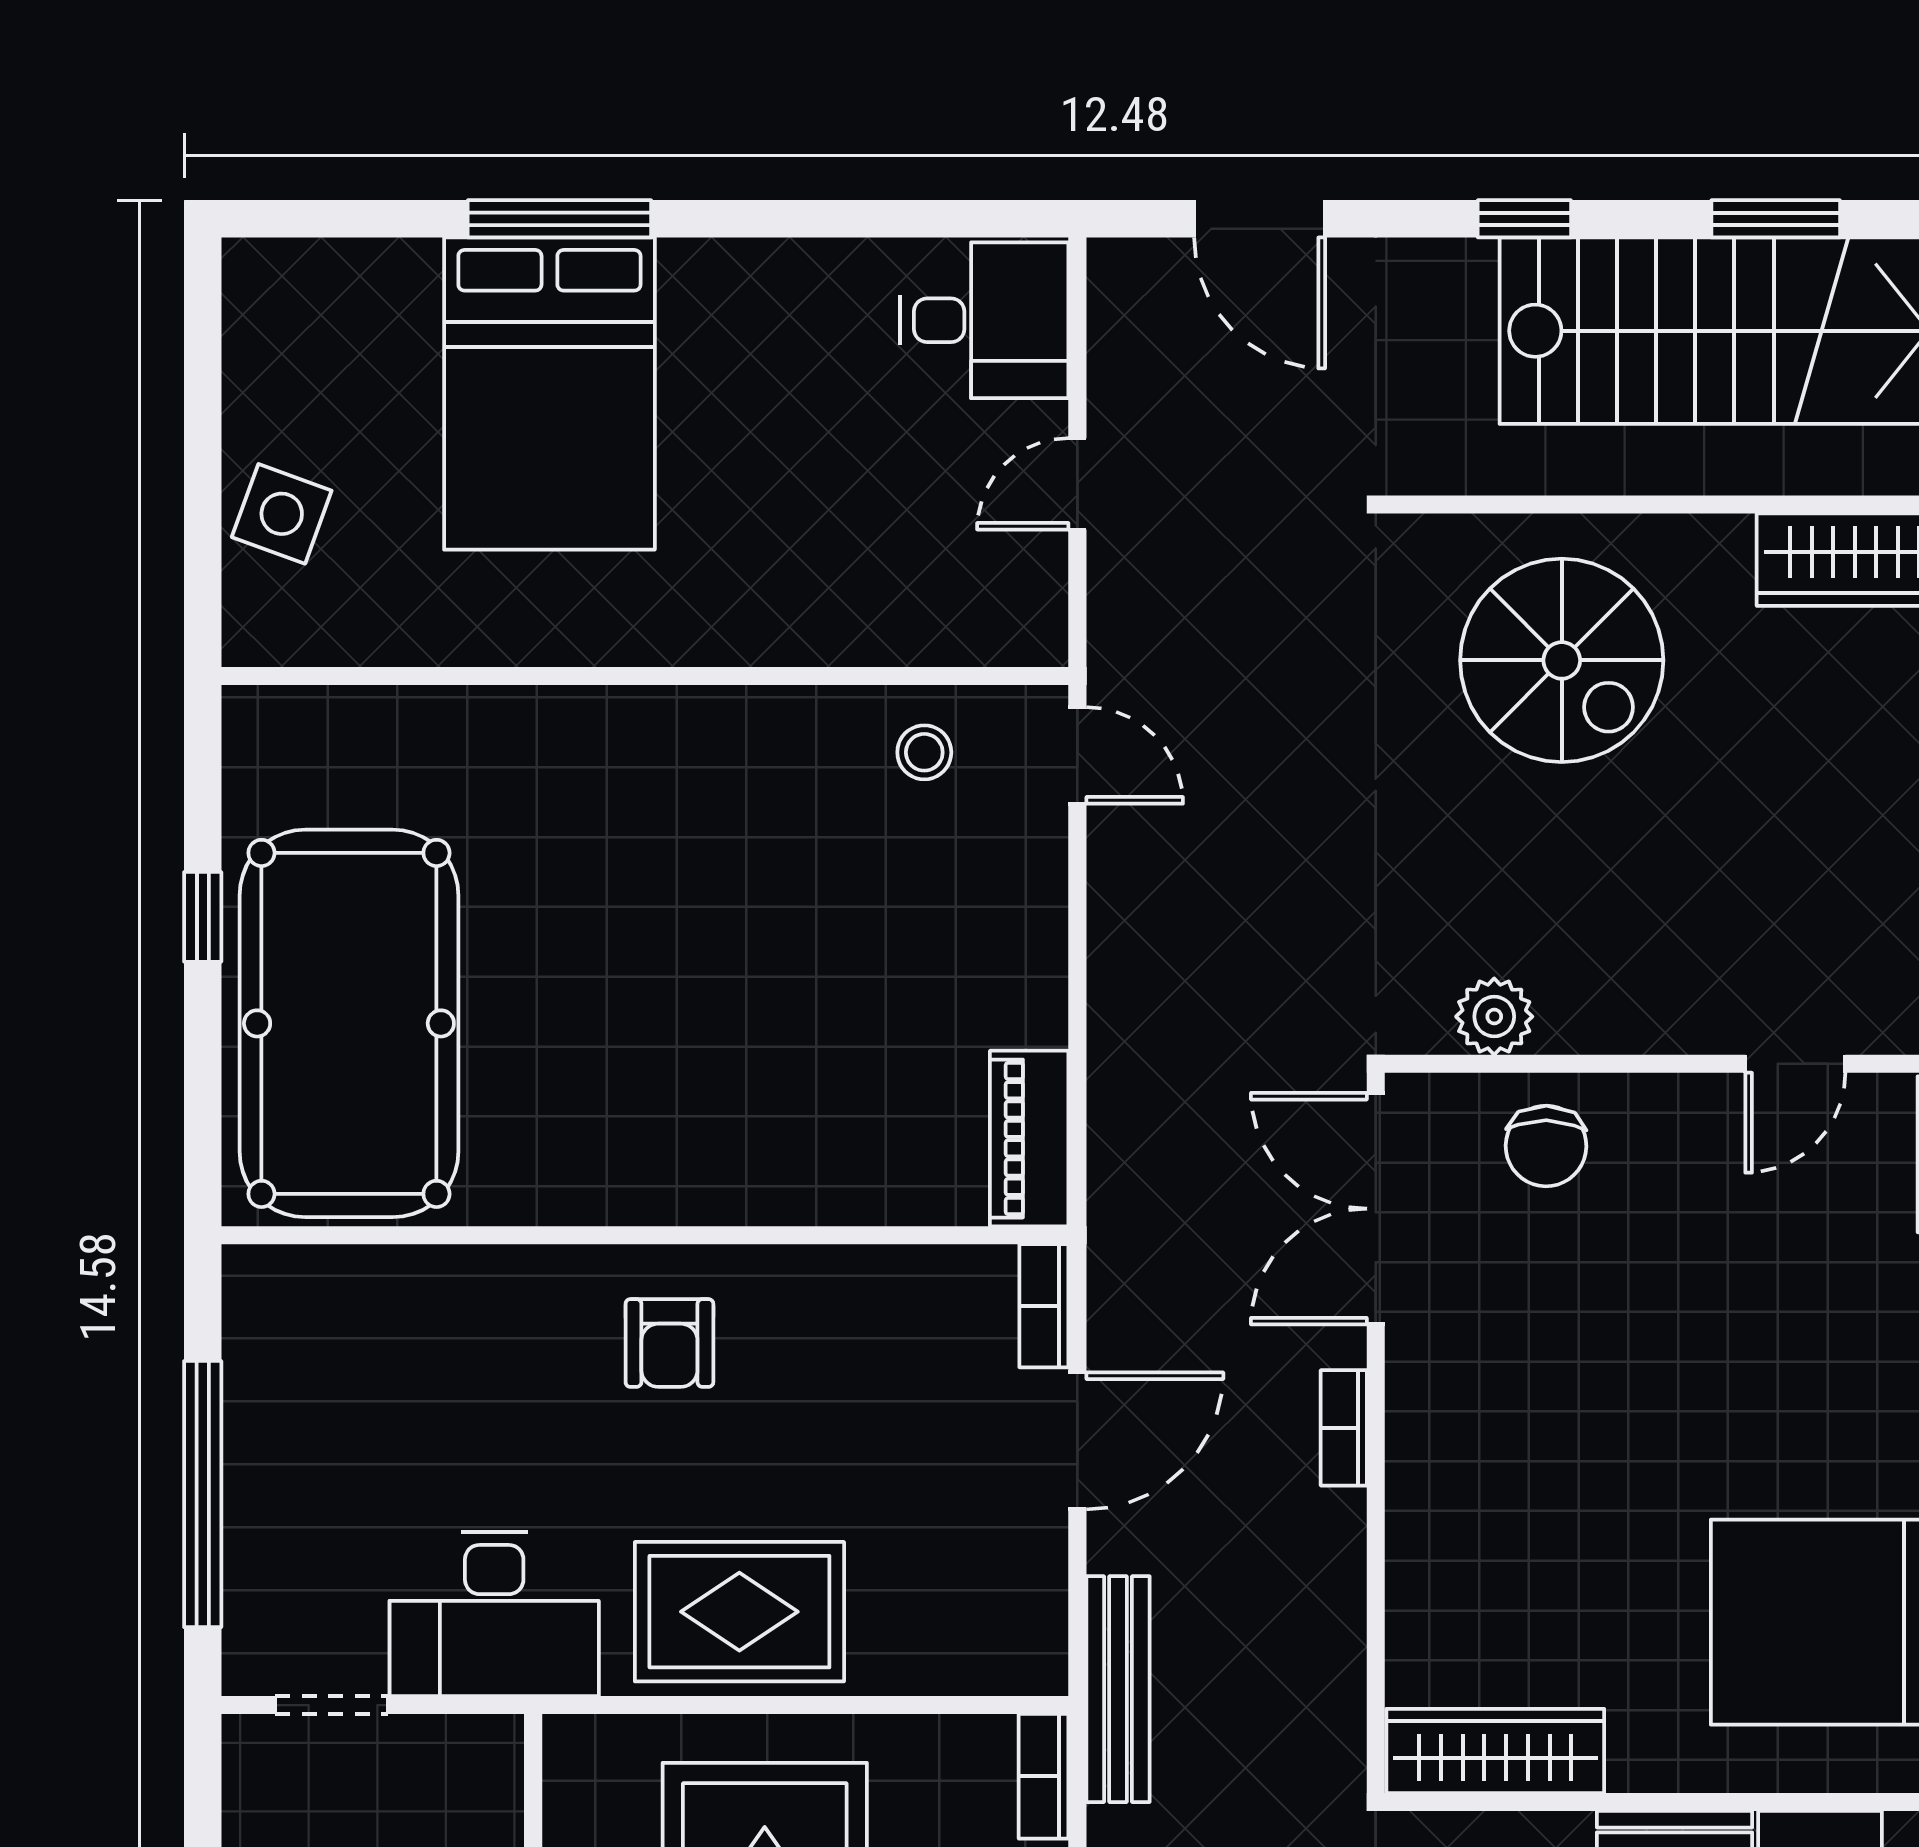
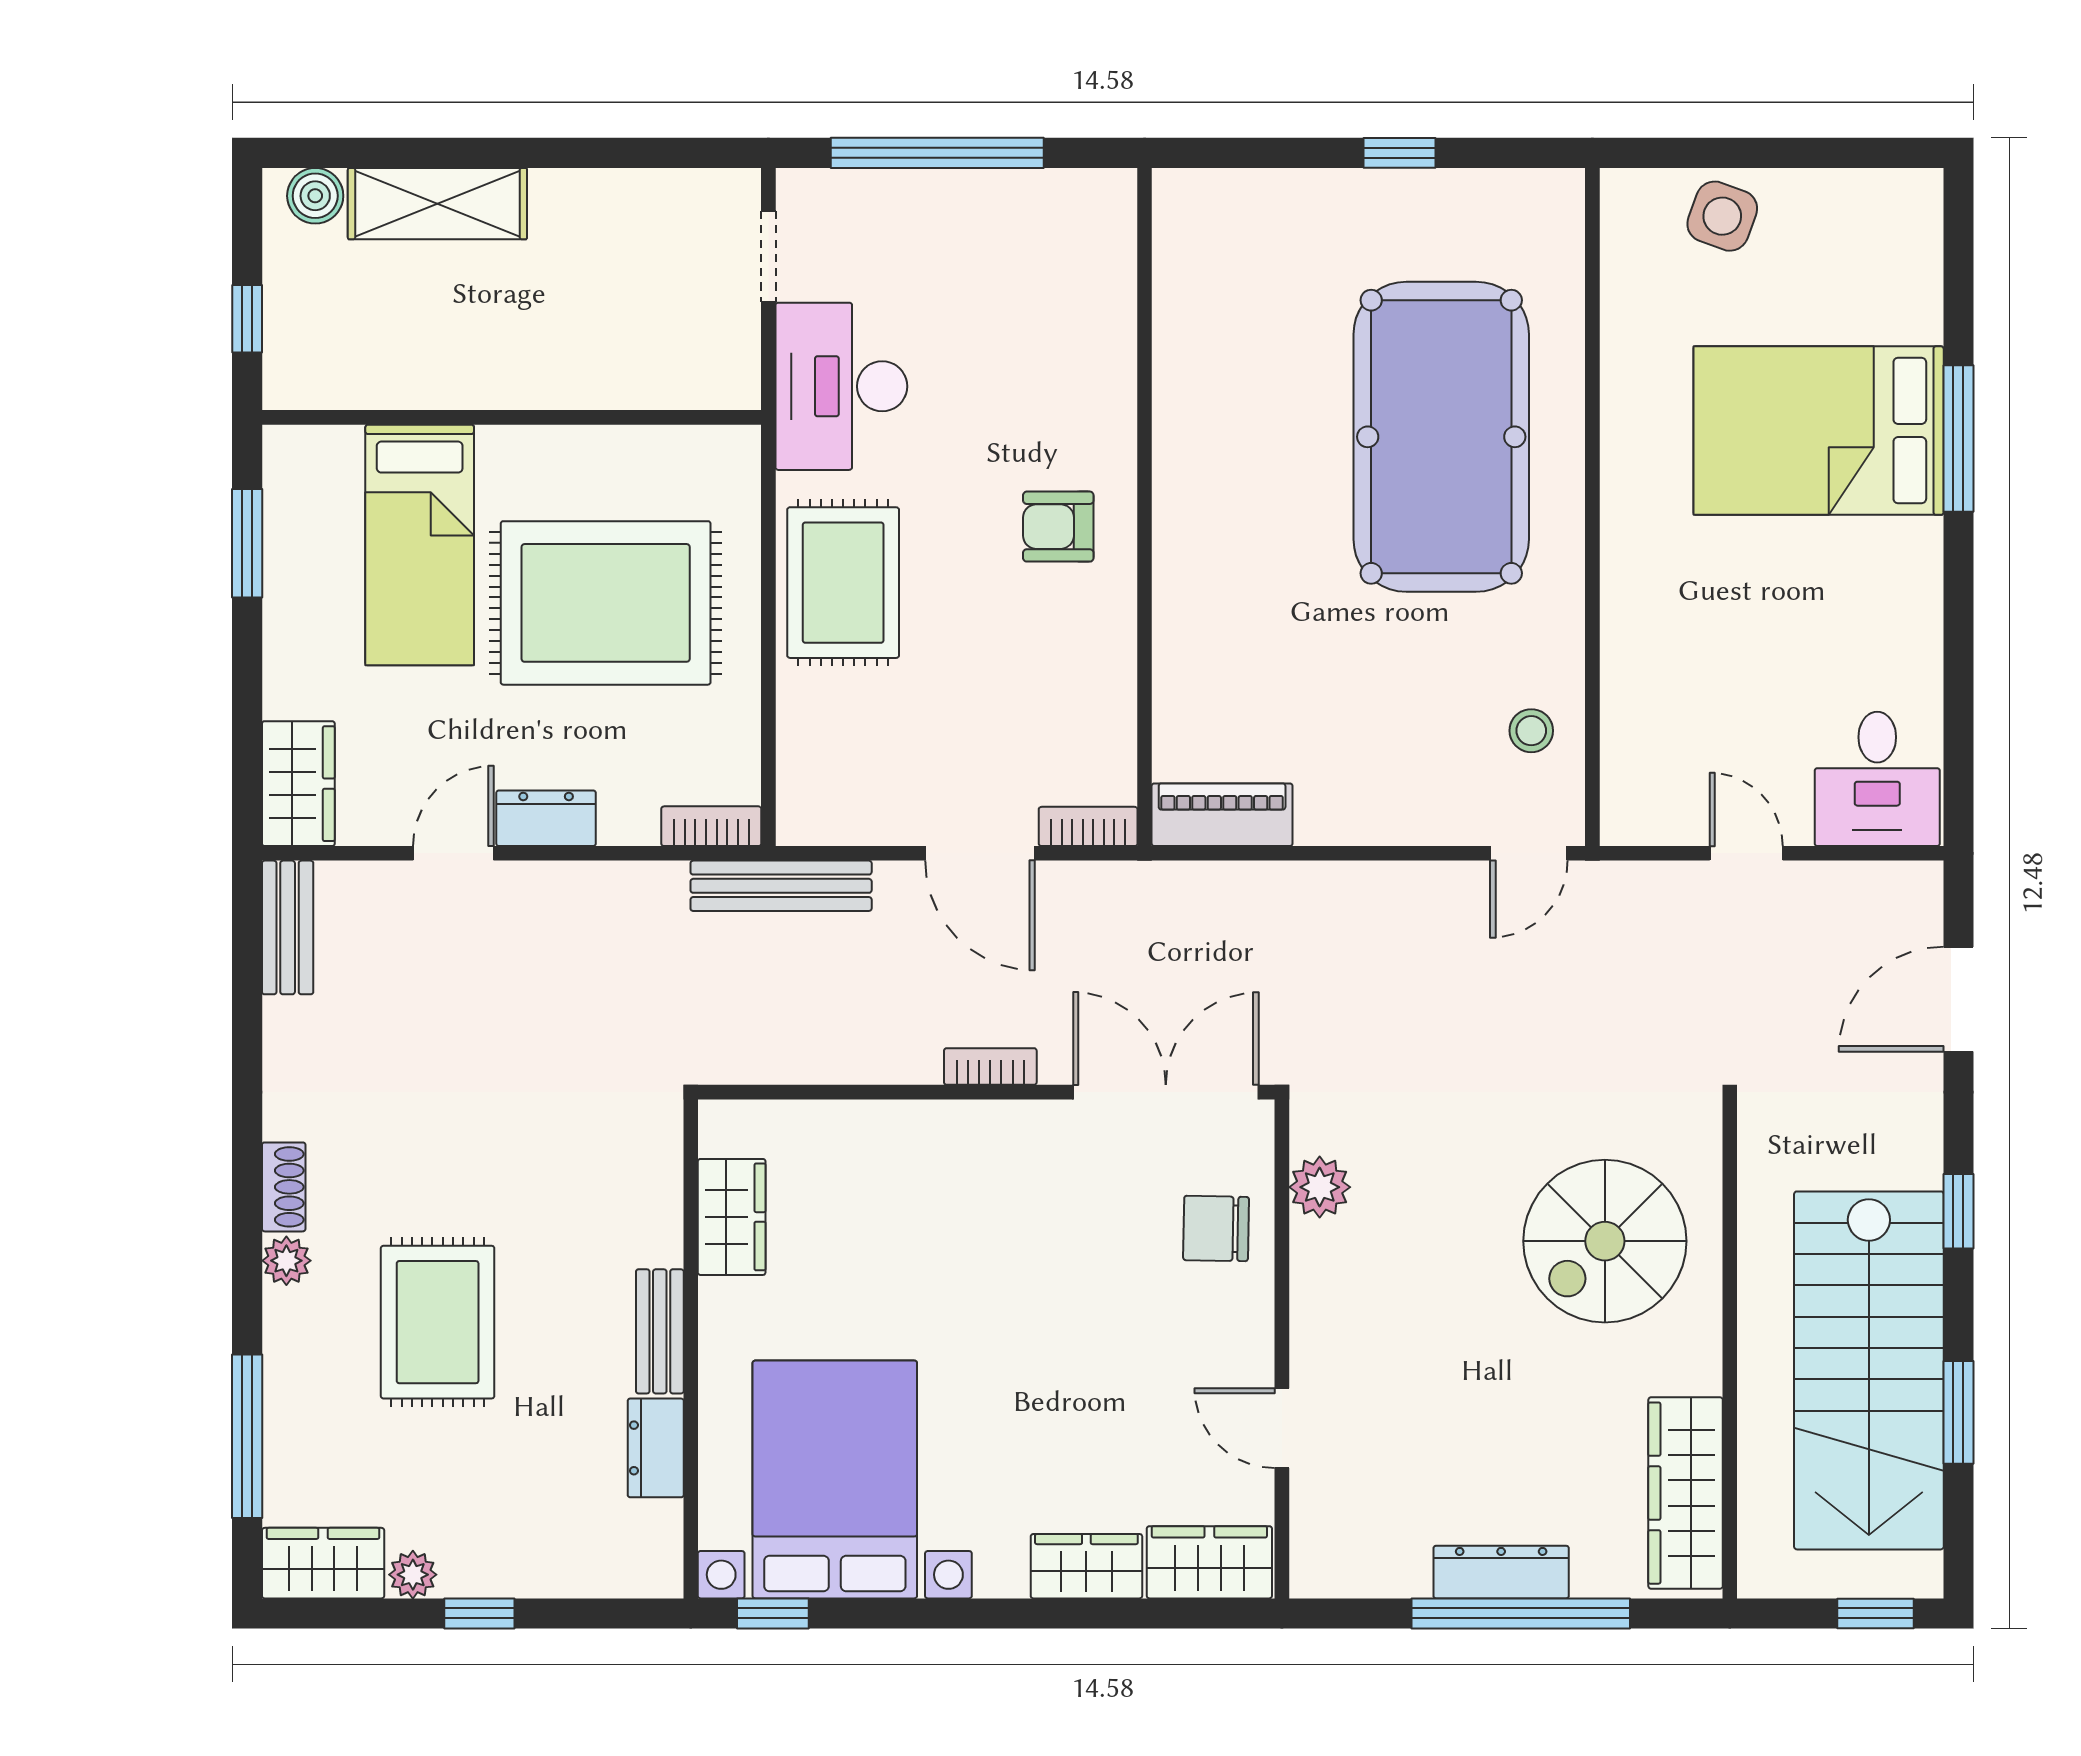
pool table: (349, 1023) -> (1441, 437), moved, turned 90
wardrobe: (1495, 1751) -> (732, 1217), width x0.67

